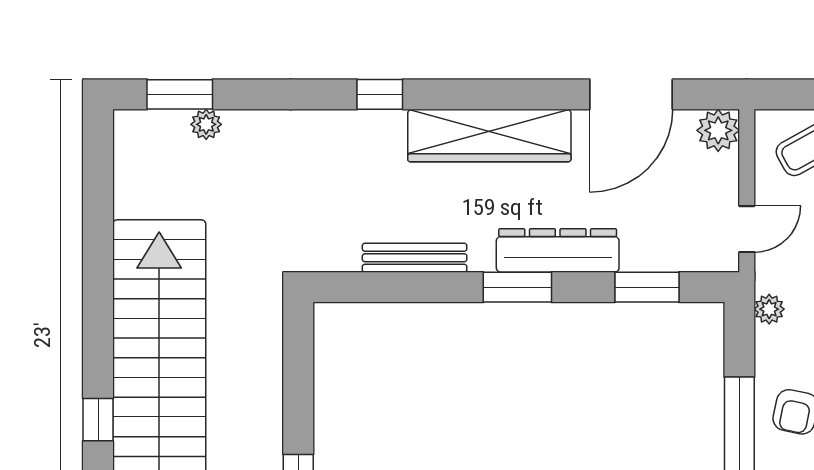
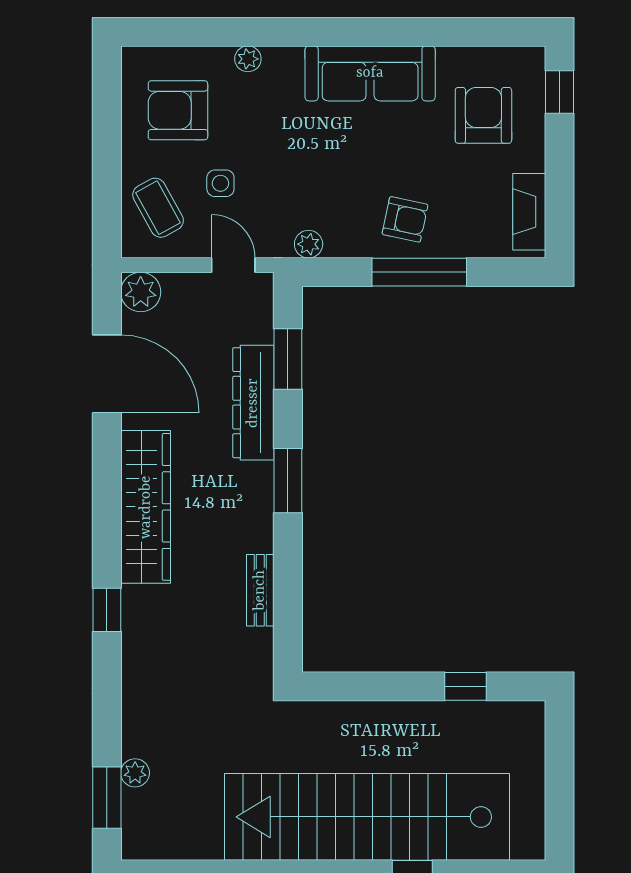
dresser: (558, 250) -> (253, 403), moved
bench: (415, 258) -> (260, 590), width x0.73

